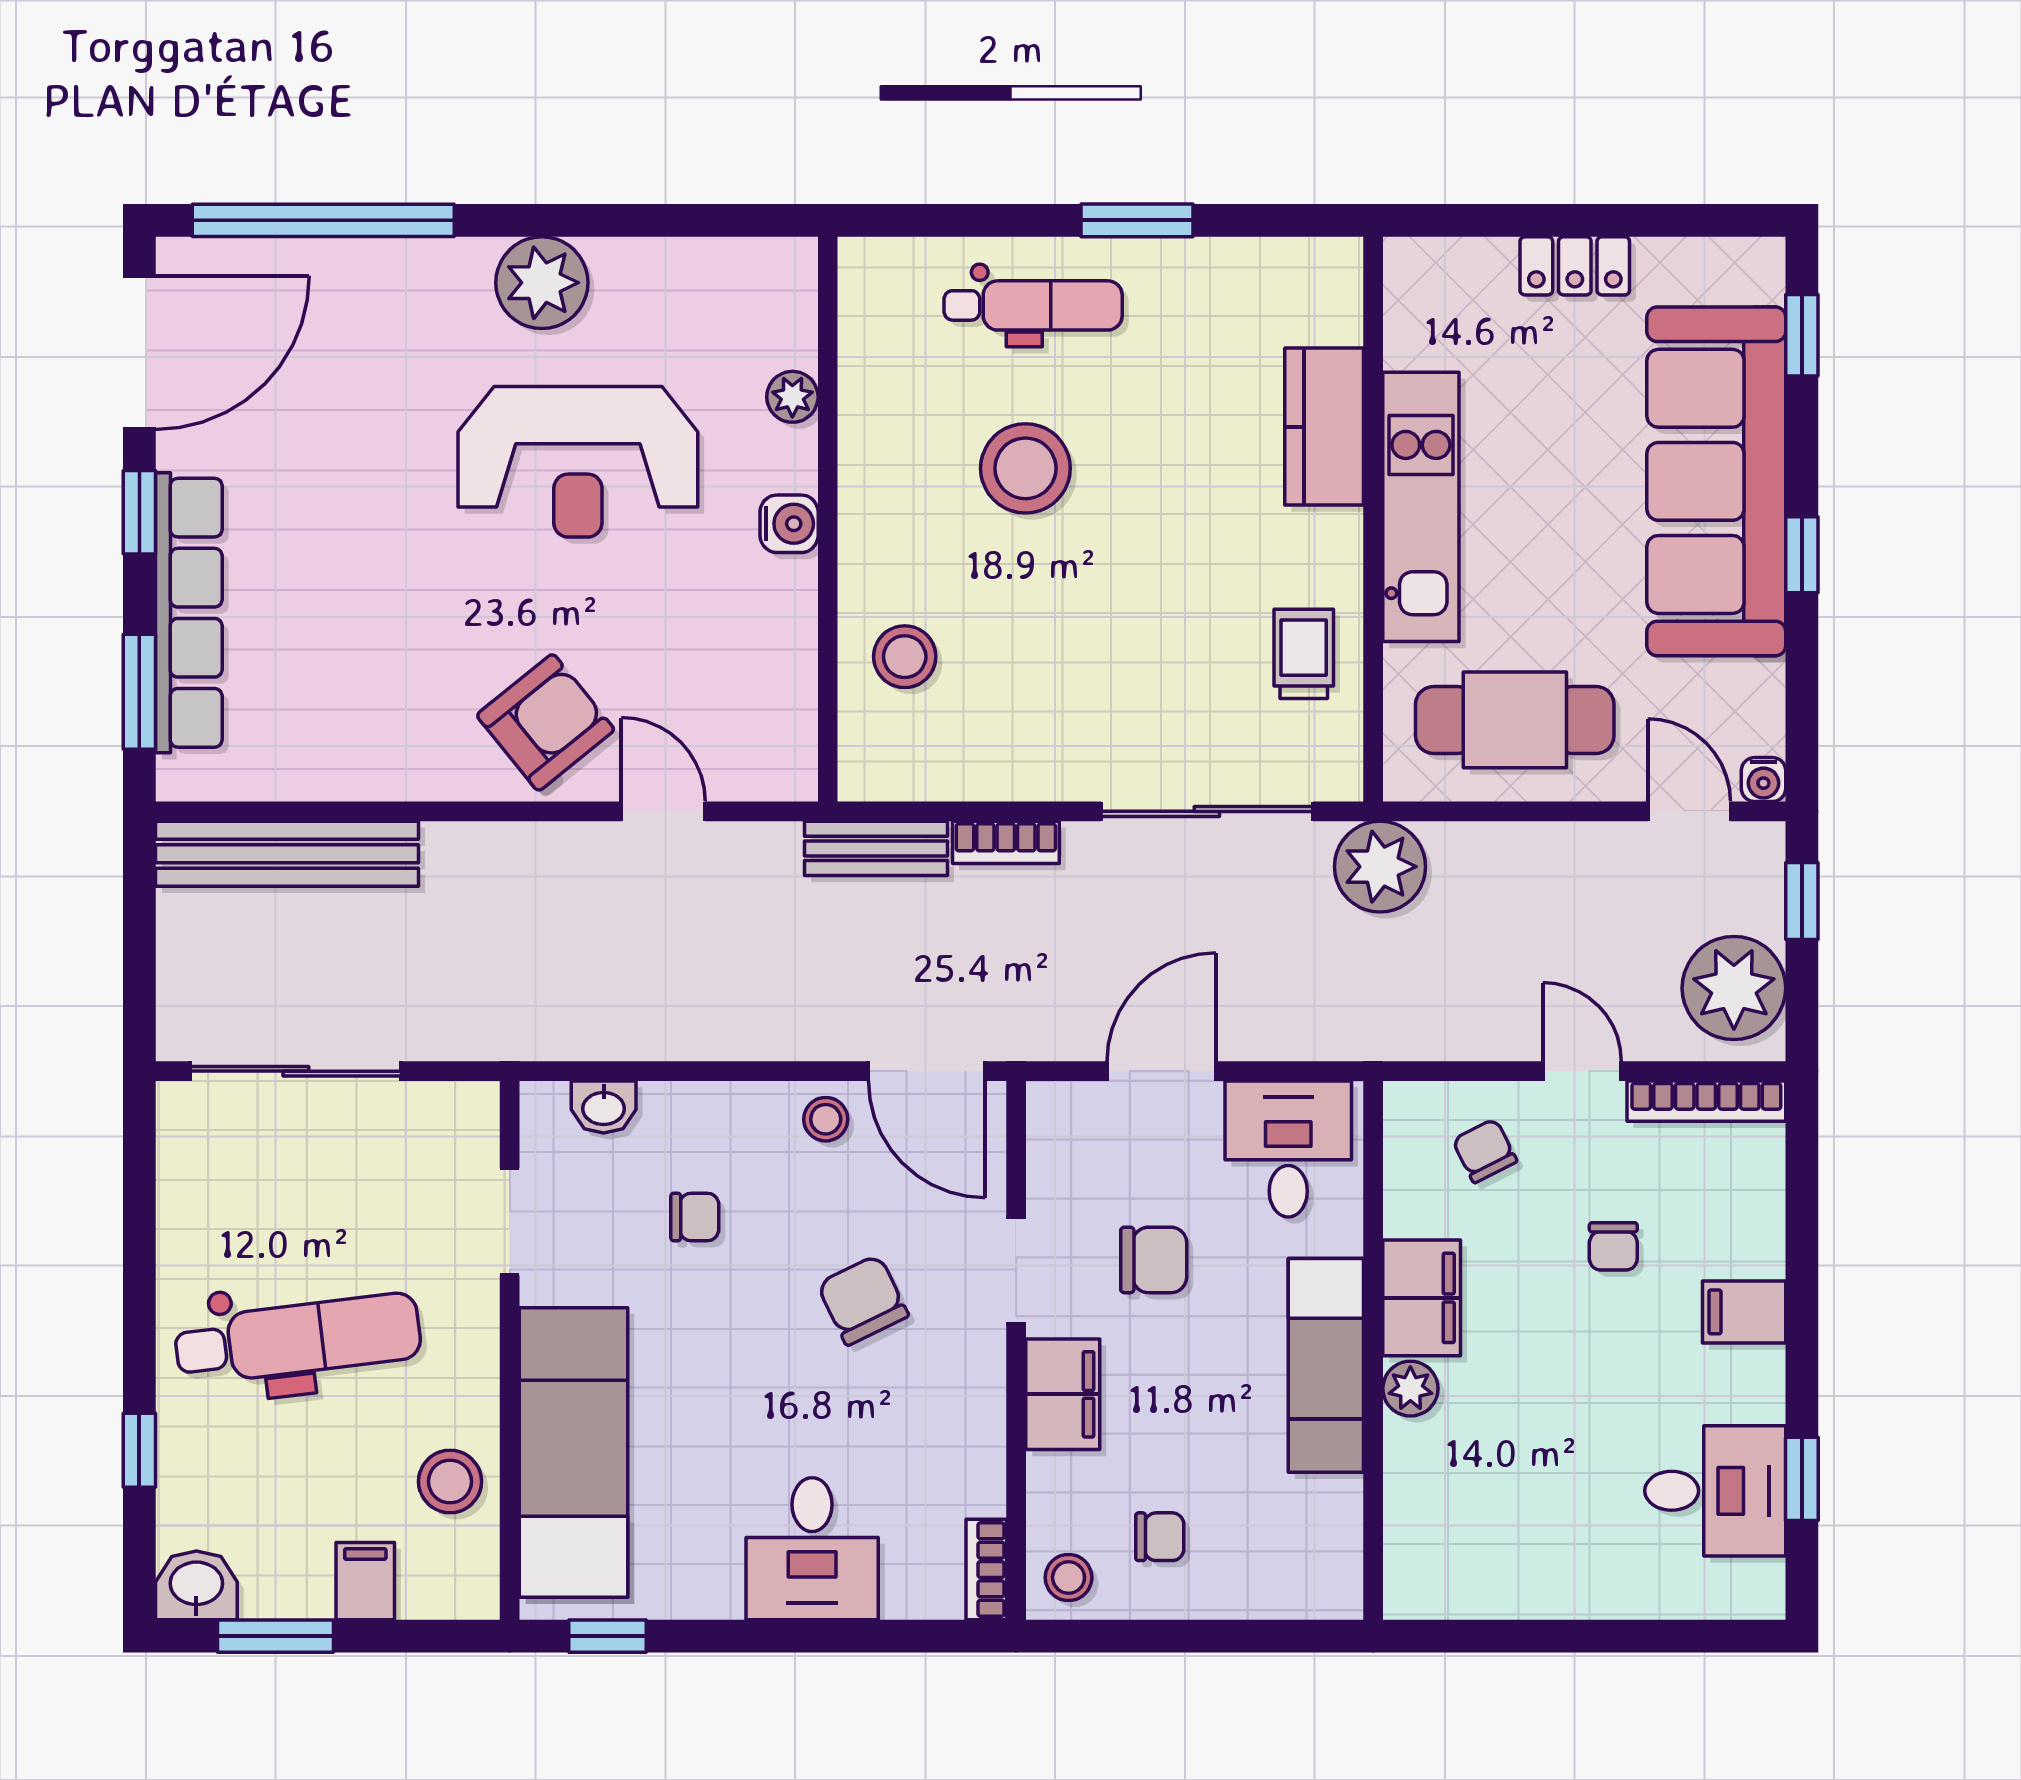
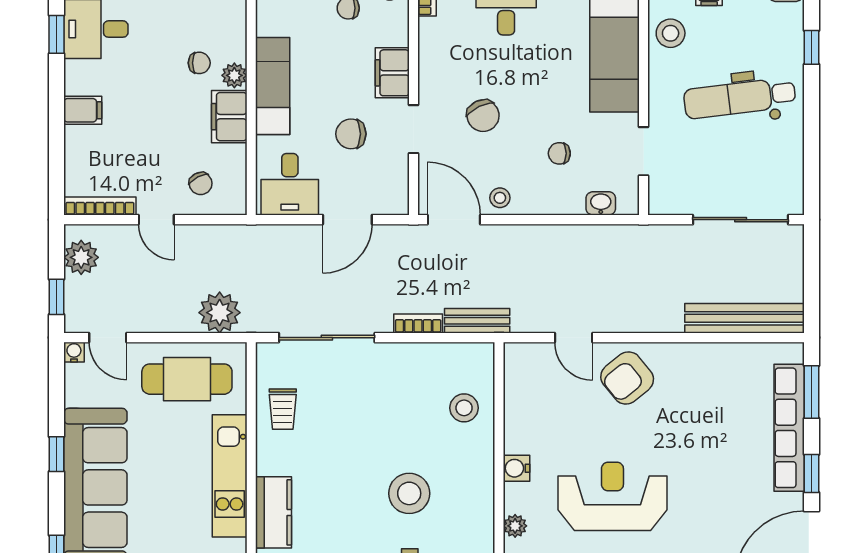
plant: (1380, 867) -> (220, 313), moved
plant: (1734, 988) -> (81, 257), width x0.73, depth x0.73
chair: (1613, 1246) -> (199, 63), moved, turned 90

